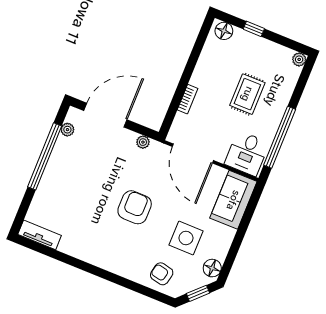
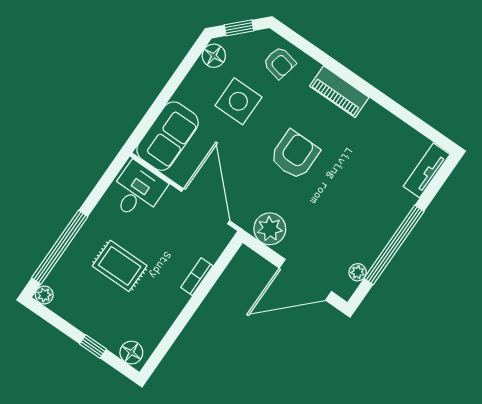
rug: (247, 94) -> (120, 266), turned 90
window: (280, 137) -> (60, 247), moved
plant: (143, 142) -> (270, 229), width x1.88, depth x1.88
armchair: (135, 207) -> (295, 155), turned 180
tv unit: (40, 235) -> (427, 170), moved, turned 90
piano: (112, 262) -> (339, 92), added

